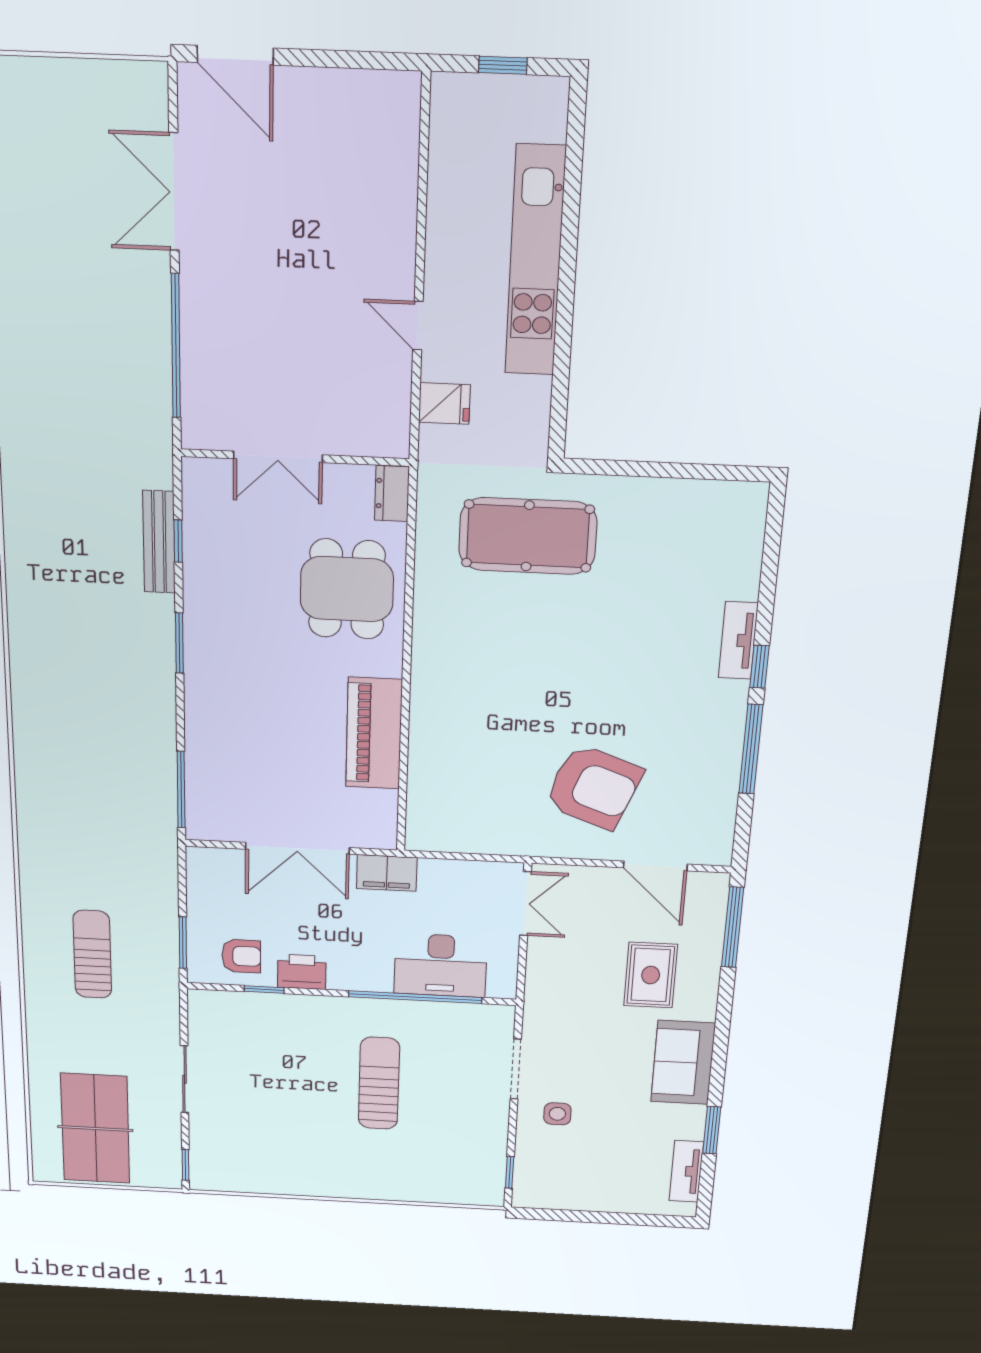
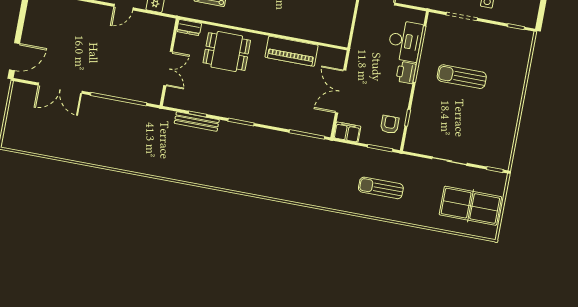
double door: (297, 848) -> (341, 91), swing flipped
filing cabinet: (387, 873) -> (347, 132), moved, turned -90
printer: (302, 972) -> (406, 73), moved

